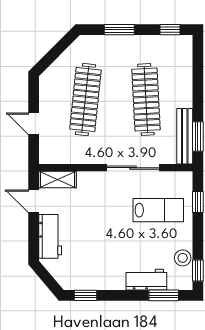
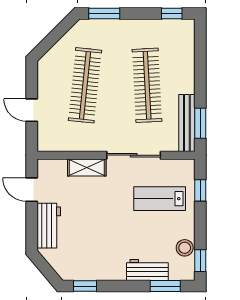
window: (119, 30) -> (104, 14), moved
shelving: (57, 180) -> (87, 167), moved
lab bench: (158, 210) -> (160, 199), turned 180

